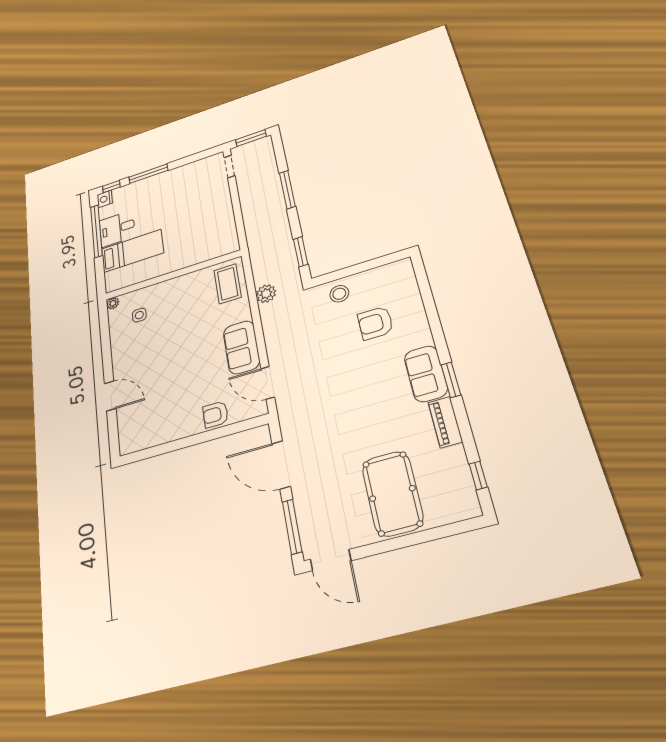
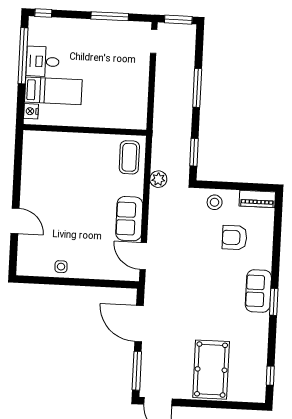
window: (148, 174) -> (110, 16), moved
nightstand: (105, 199) -> (31, 111), moved
plant: (113, 303) -> (29, 136), removed
side table: (139, 315) -> (61, 267), moved
armchair: (215, 415) -> (98, 267), removed
piano: (445, 422) -> (257, 199), moved, turned -90

